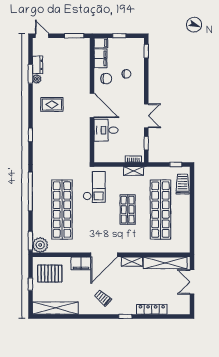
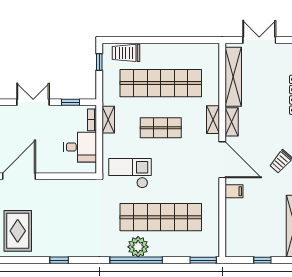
rug: (52, 105) -> (18, 231), width x1.36, depth x1.43
desk: (106, 130) -> (80, 147), moved, turned -90
plant: (40, 245) -> (138, 247), moved
shelving: (134, 248) -> (213, 120), added
filing cabinet: (81, 263) -> (234, 191), width x0.50
pallet: (50, 274) -> (248, 234), removed
double door: (192, 282) -> (259, 40), swing flipped

